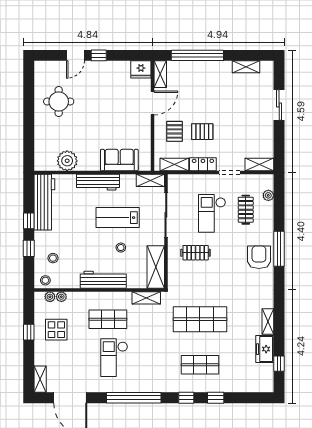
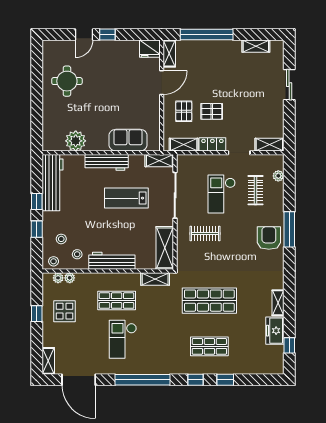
stool: (121, 248) -> (77, 254), moved

